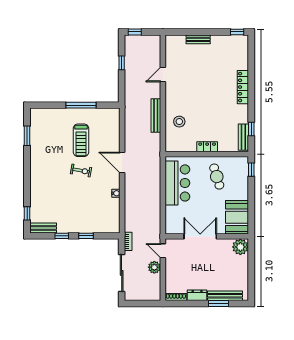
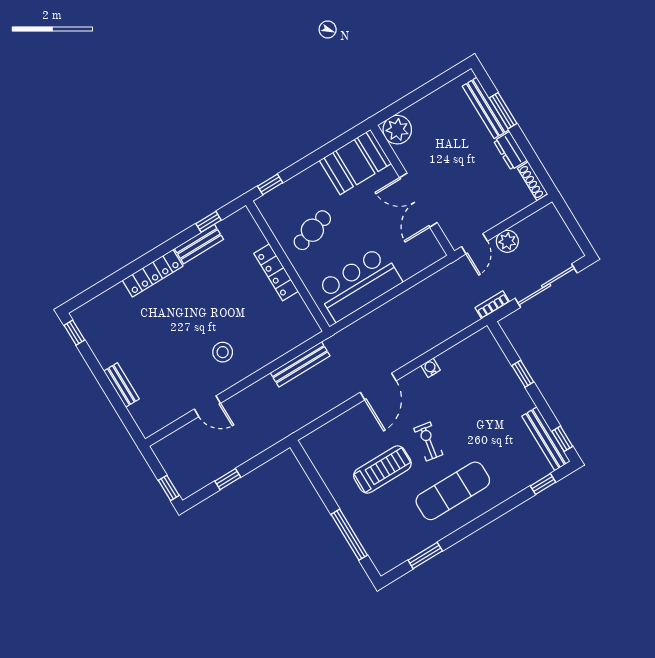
window: (81, 105) -> (349, 535), moved
bench: (156, 116) -> (300, 364), moved
stool: (179, 122) -> (223, 352), moved
bench: (243, 137) -> (199, 244), moved
locker: (207, 147) -> (276, 272), width x1.53
exercise mat: (50, 168) -> (453, 491), added
bench: (43, 228) -> (546, 439), width x1.36
window: (62, 236) -> (562, 439), moved

